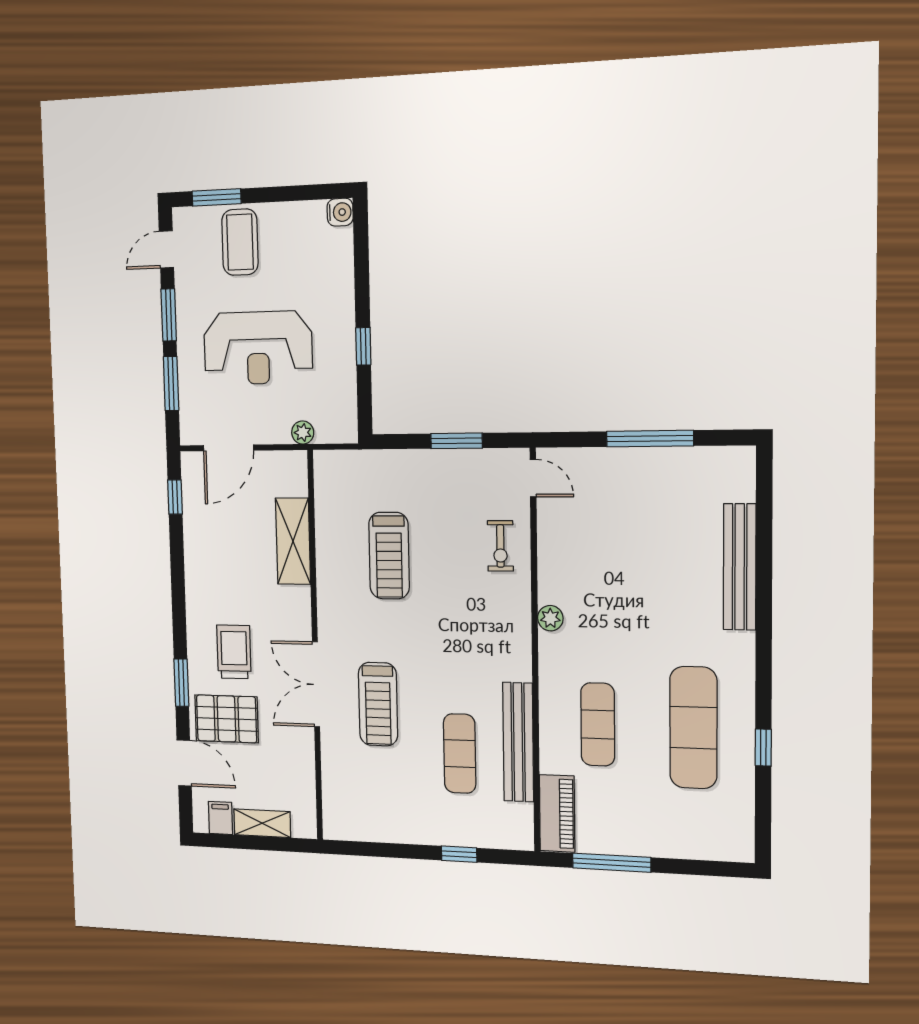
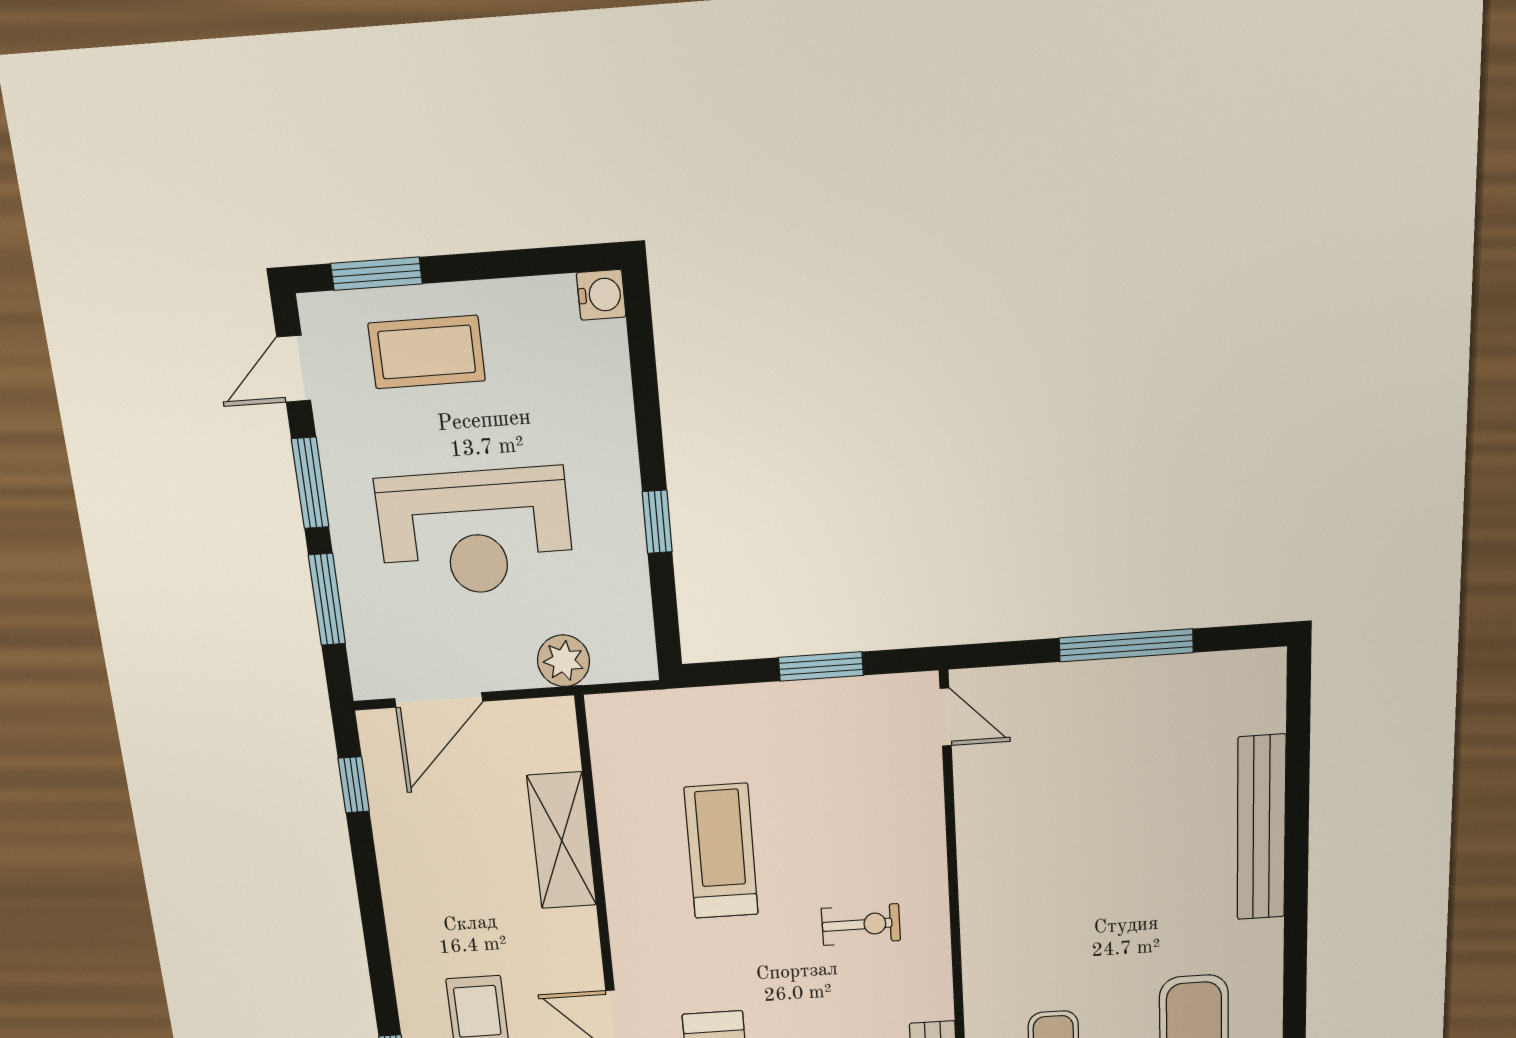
coffee table: (240, 242) -> (427, 352), turned 90
plant: (303, 433) -> (564, 661), width x1.38, depth x1.38
exercise bike: (500, 546) -> (861, 924), moved, turned -90
treadmill: (389, 556) -> (721, 851), turned 180
plant: (550, 618) -> (979, 925), removed

